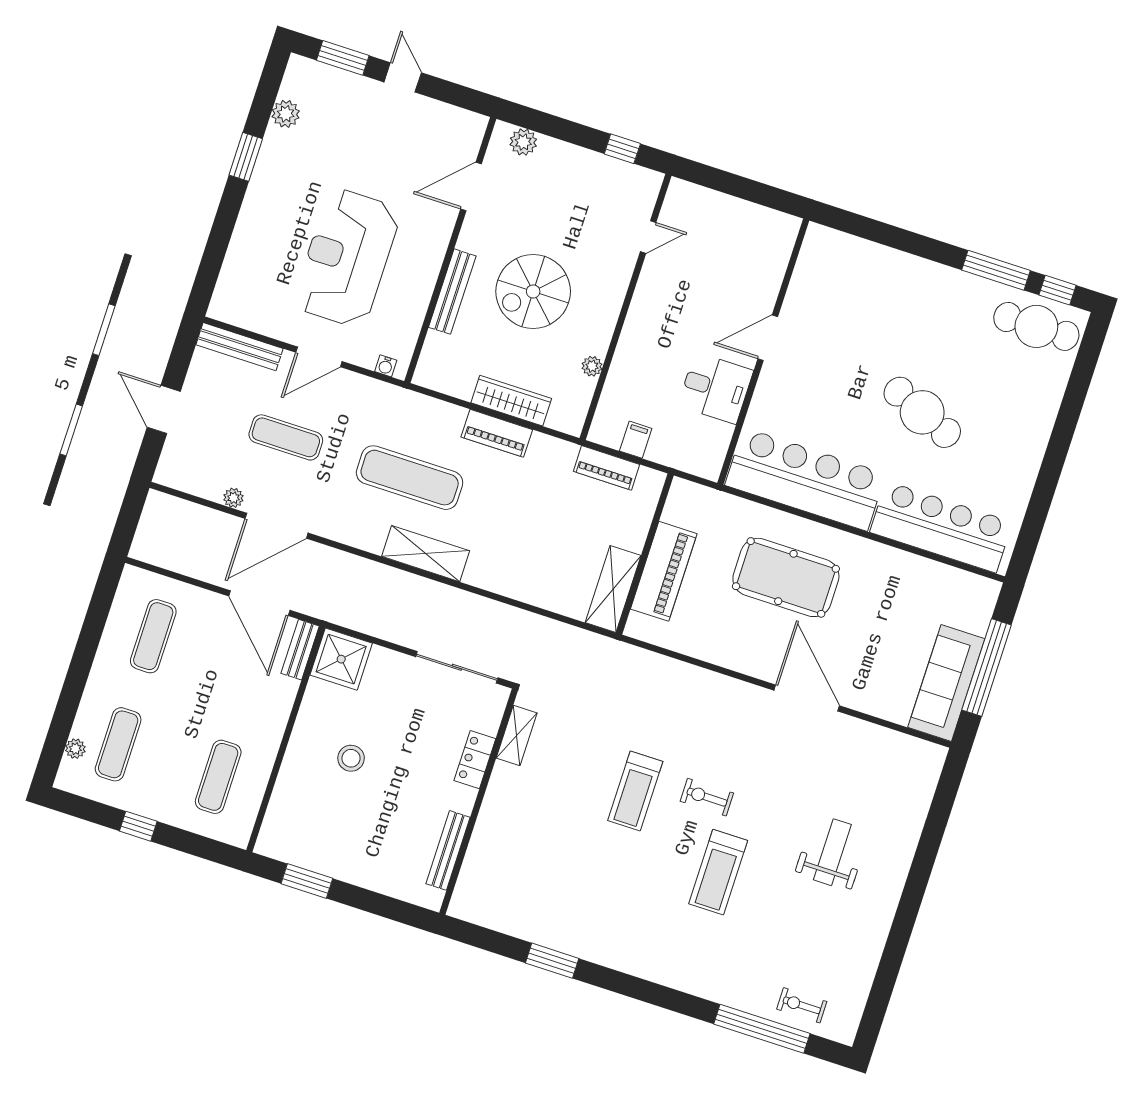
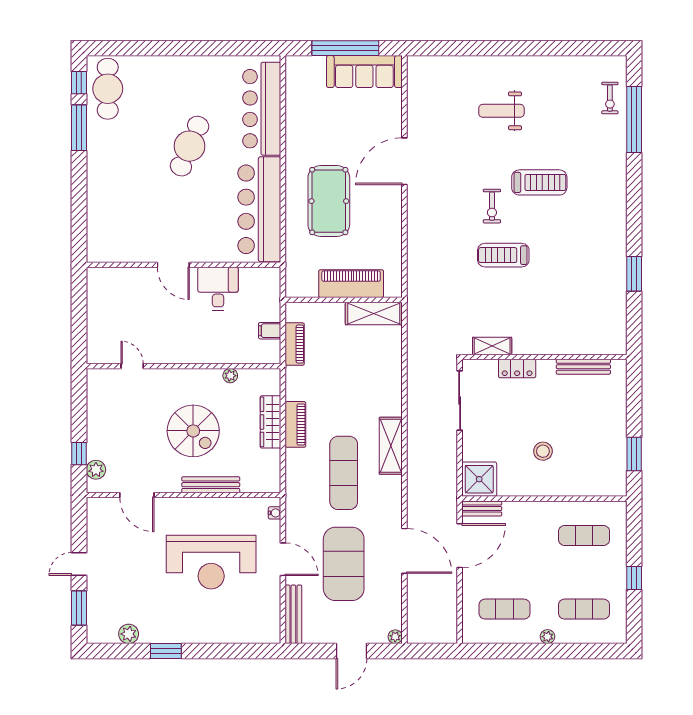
window: (622, 149) -> (79, 454), moved
exercise mat: (286, 437) -> (344, 564), width x2.00, depth x1.45
plant: (233, 498) -> (395, 637), moved
plant: (75, 749) -> (548, 637), moved
treadmill: (635, 791) -> (503, 255), turned 180

